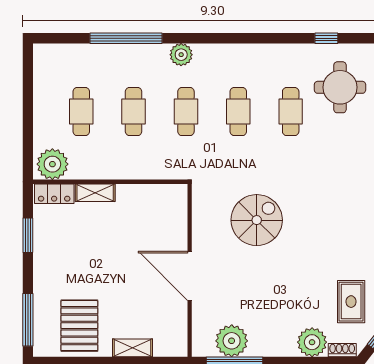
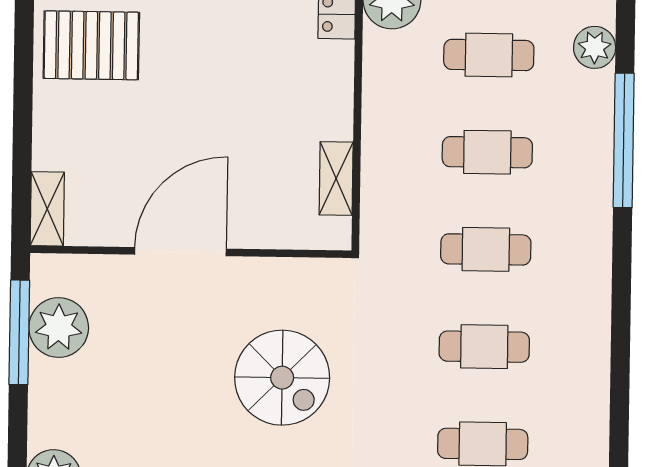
plant: (181, 55) -> (595, 47), moved
shelving: (95, 193) -> (336, 178), moved
shelving: (133, 348) -> (47, 209), moved

